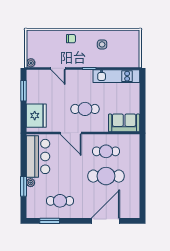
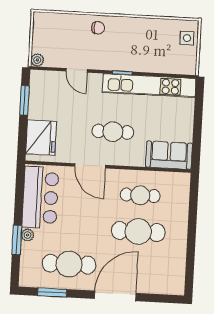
side table: (102, 44) -> (187, 38), moved
kitchen unit: (116, 76) -> (149, 86), width x1.36
cafe table: (60, 201) -> (69, 264), width x1.37, depth x1.35
door: (106, 221) -> (115, 296), moved

